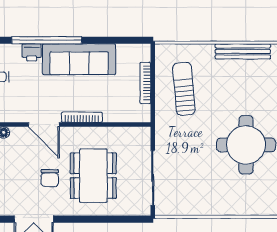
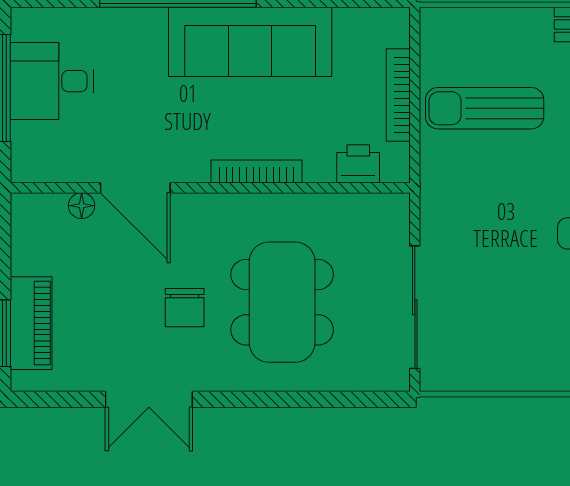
printer: (32, 52) -> (358, 164), moved, turned 180
sun lounger: (184, 89) -> (485, 108), turned -85
door: (44, 125) -> (135, 188), moved

